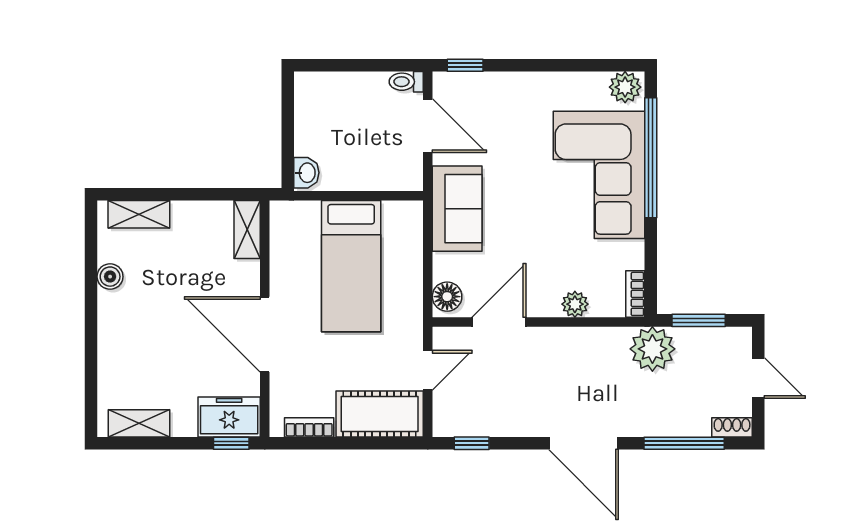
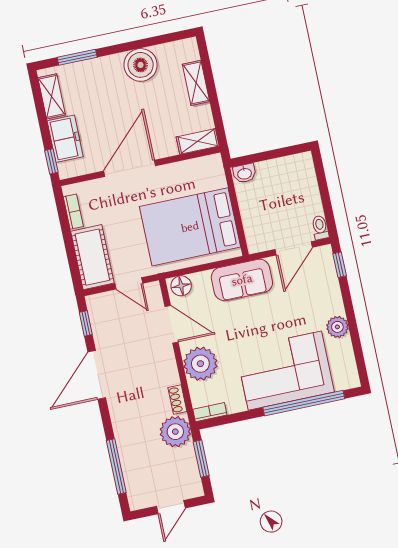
plant: (625, 87) -> (337, 327), moved
shelving: (139, 214) -> (196, 83), moved
bed: (351, 266) -> (190, 227), width x1.50
boiler: (110, 277) -> (141, 65), width x1.86, depth x1.86
plant: (575, 304) -> (200, 364), width x1.87, depth x1.87
window: (91, 375) -> (77, 57), added
freezer: (229, 417) -> (65, 139), moved
shoe rack: (732, 427) -> (177, 400), moved, turned 180
door: (583, 443) -> (97, 375), moved

